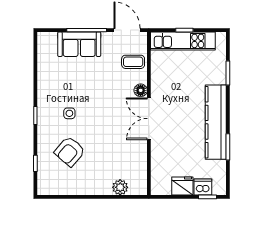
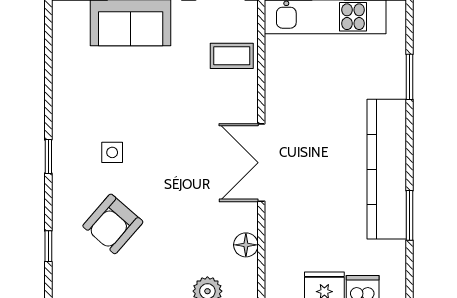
floor lamp: (141, 90) -> (246, 245), moved

